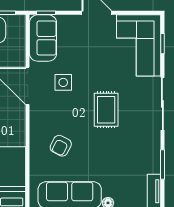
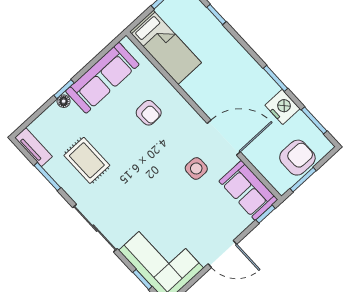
rug: (106, 110) -> (87, 160), moved
armchair: (61, 146) -> (149, 113), turned 151

